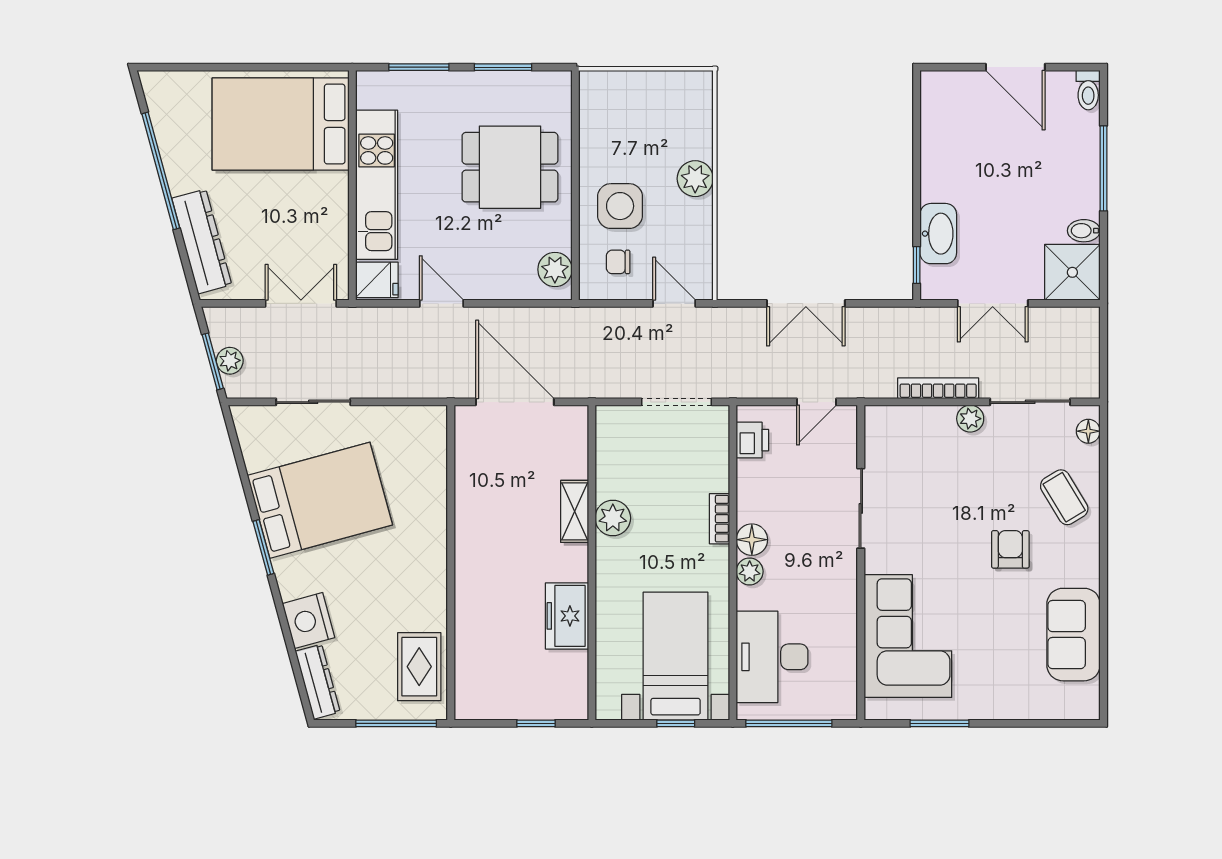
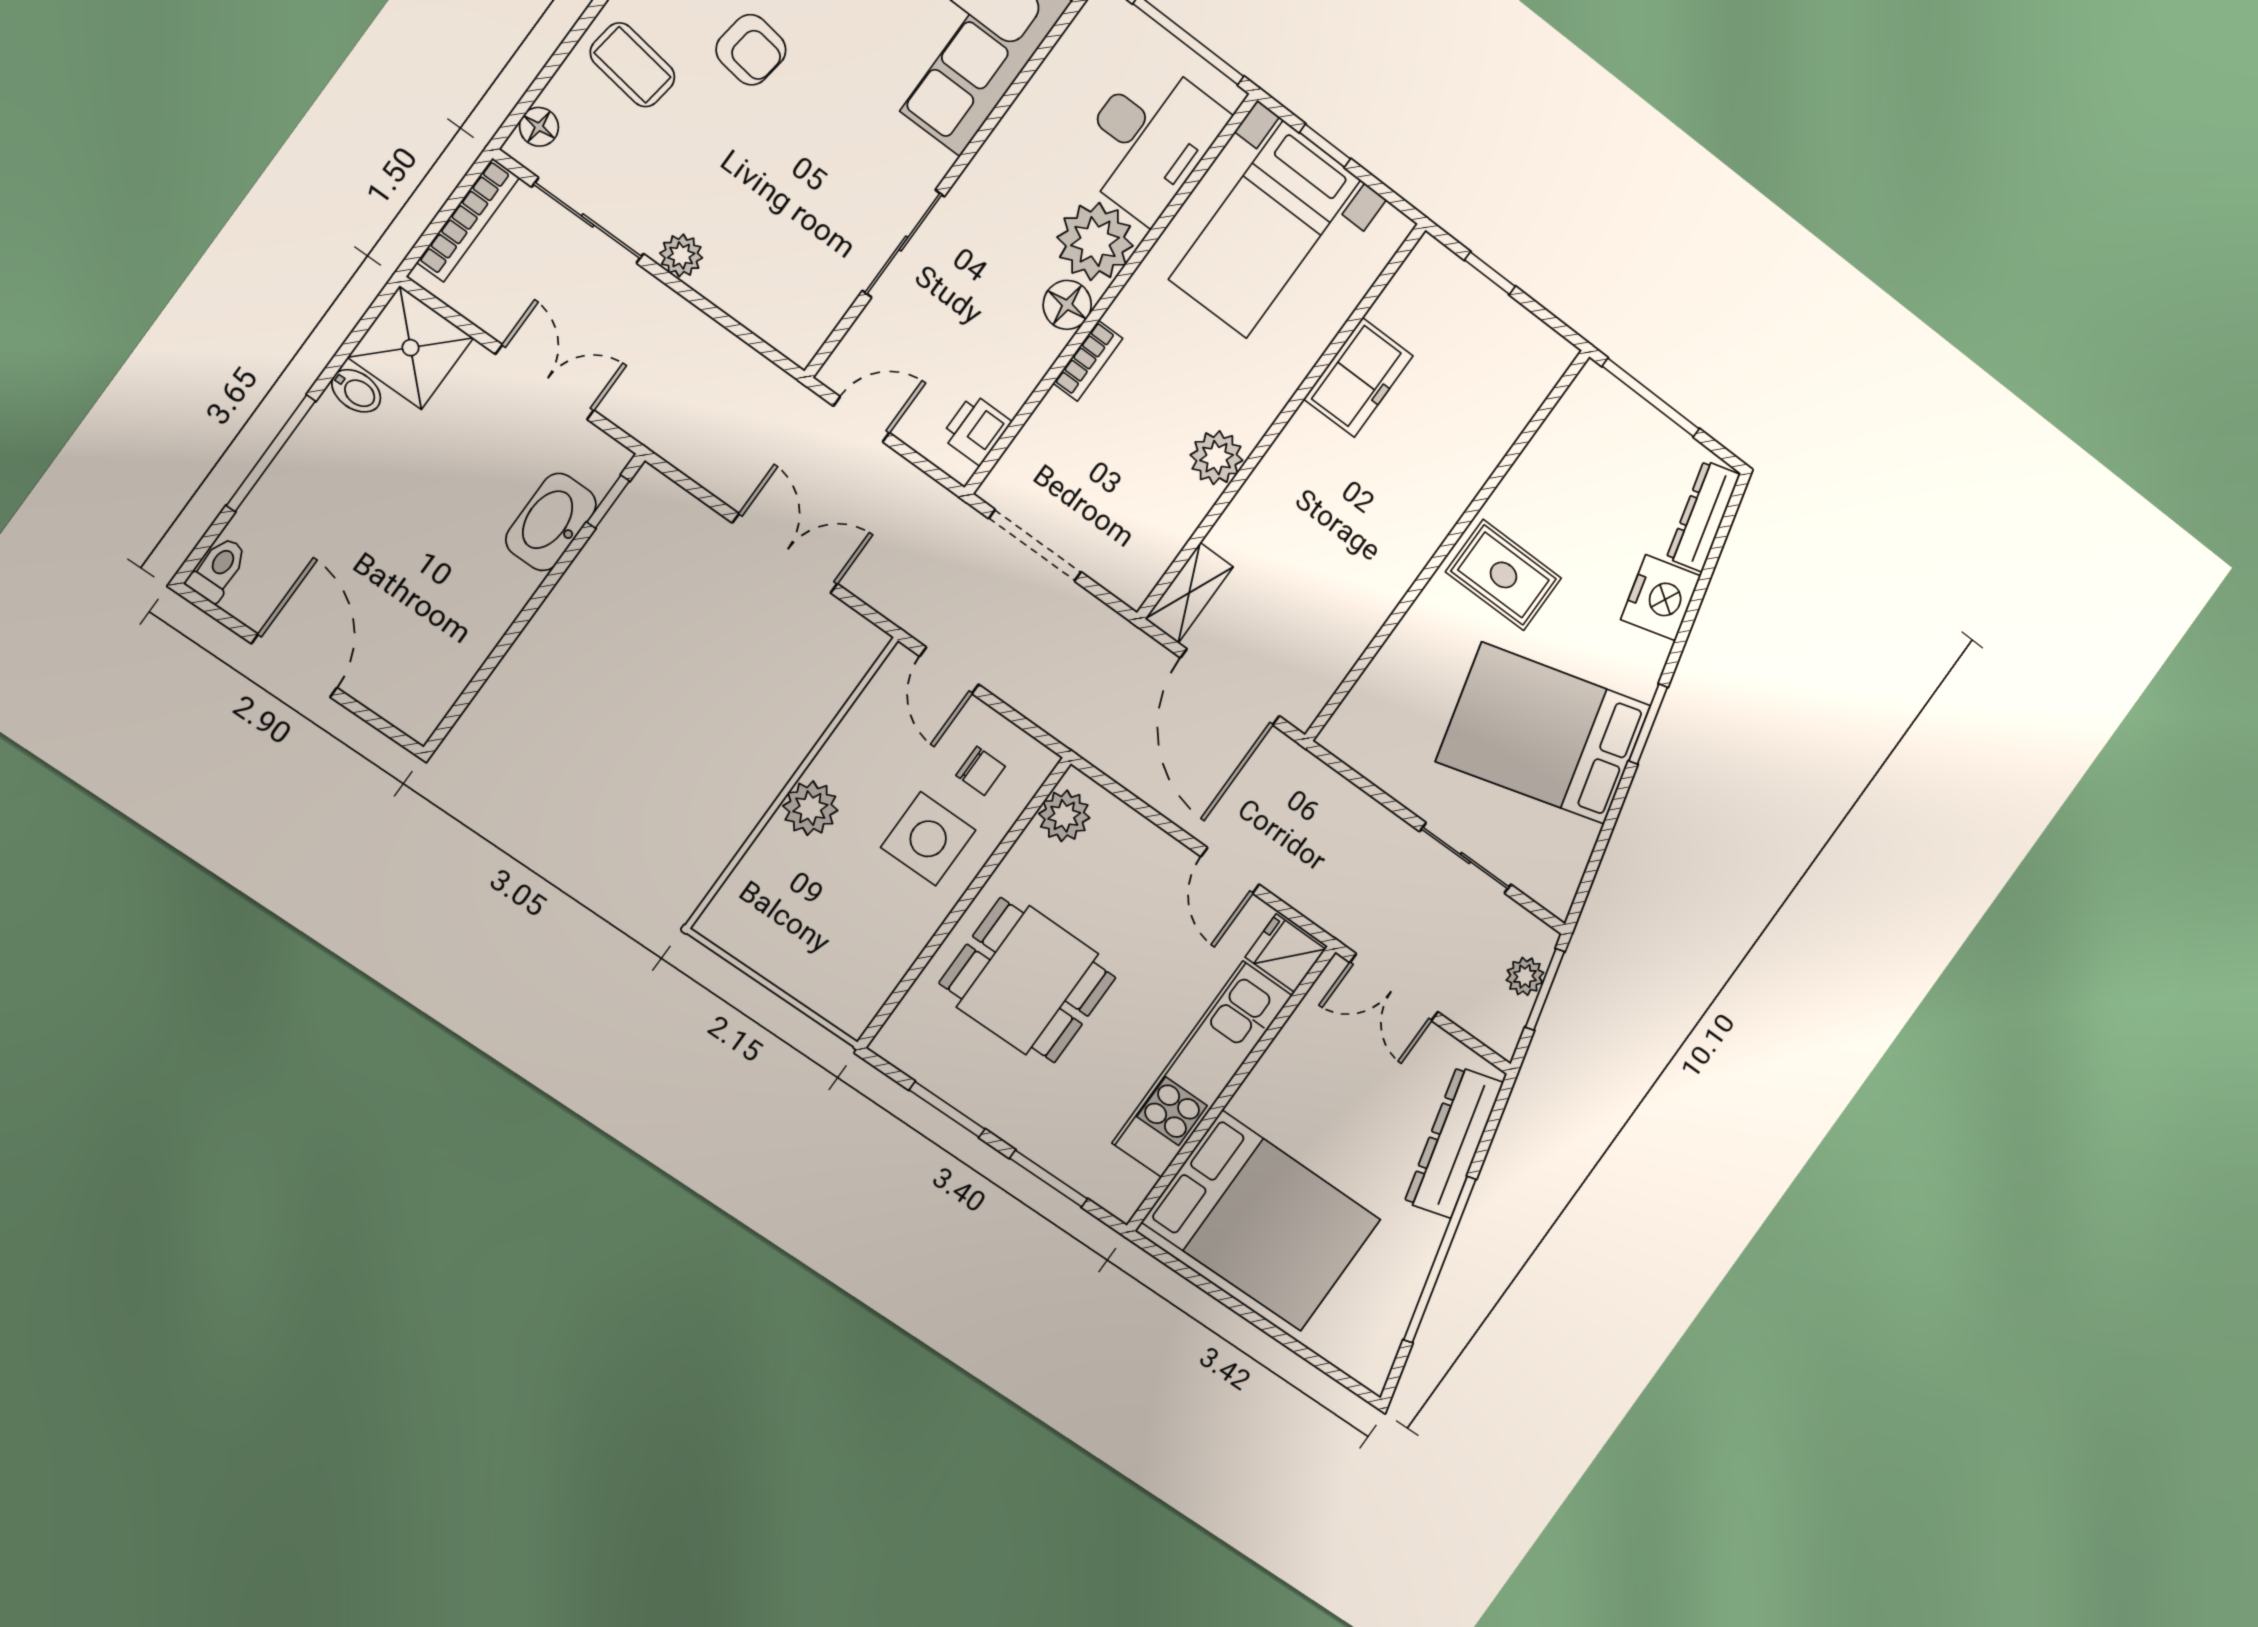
bookcase: (938, 388) -> (468, 220), moved, turned -90
coffee table: (1064, 497) -> (632, 65), turned -51
shelving: (575, 511) -> (1189, 593), moved
armchair: (1010, 549) -> (751, 50), turned -82
plant: (750, 571) -> (1095, 242), width x1.87, depth x1.87
rug: (419, 667) -> (1503, 575), moved, turned 90

